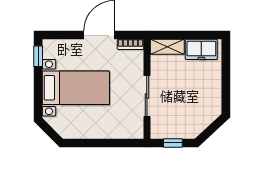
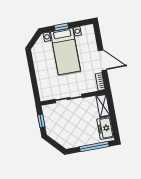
window: (38, 56) -> (61, 27), moved
window: (226, 71) -> (94, 147), added

